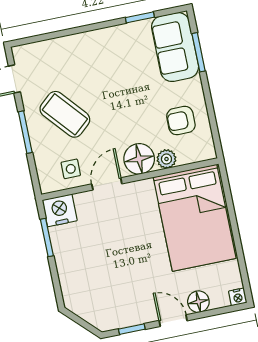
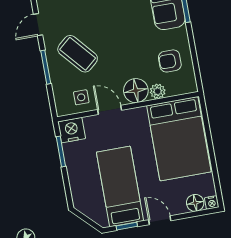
door: (107, 184) -> (110, 110), hinge flipped
bed: (122, 279) -> (120, 186), added
floor lamp: (198, 302) -> (195, 203), moved

